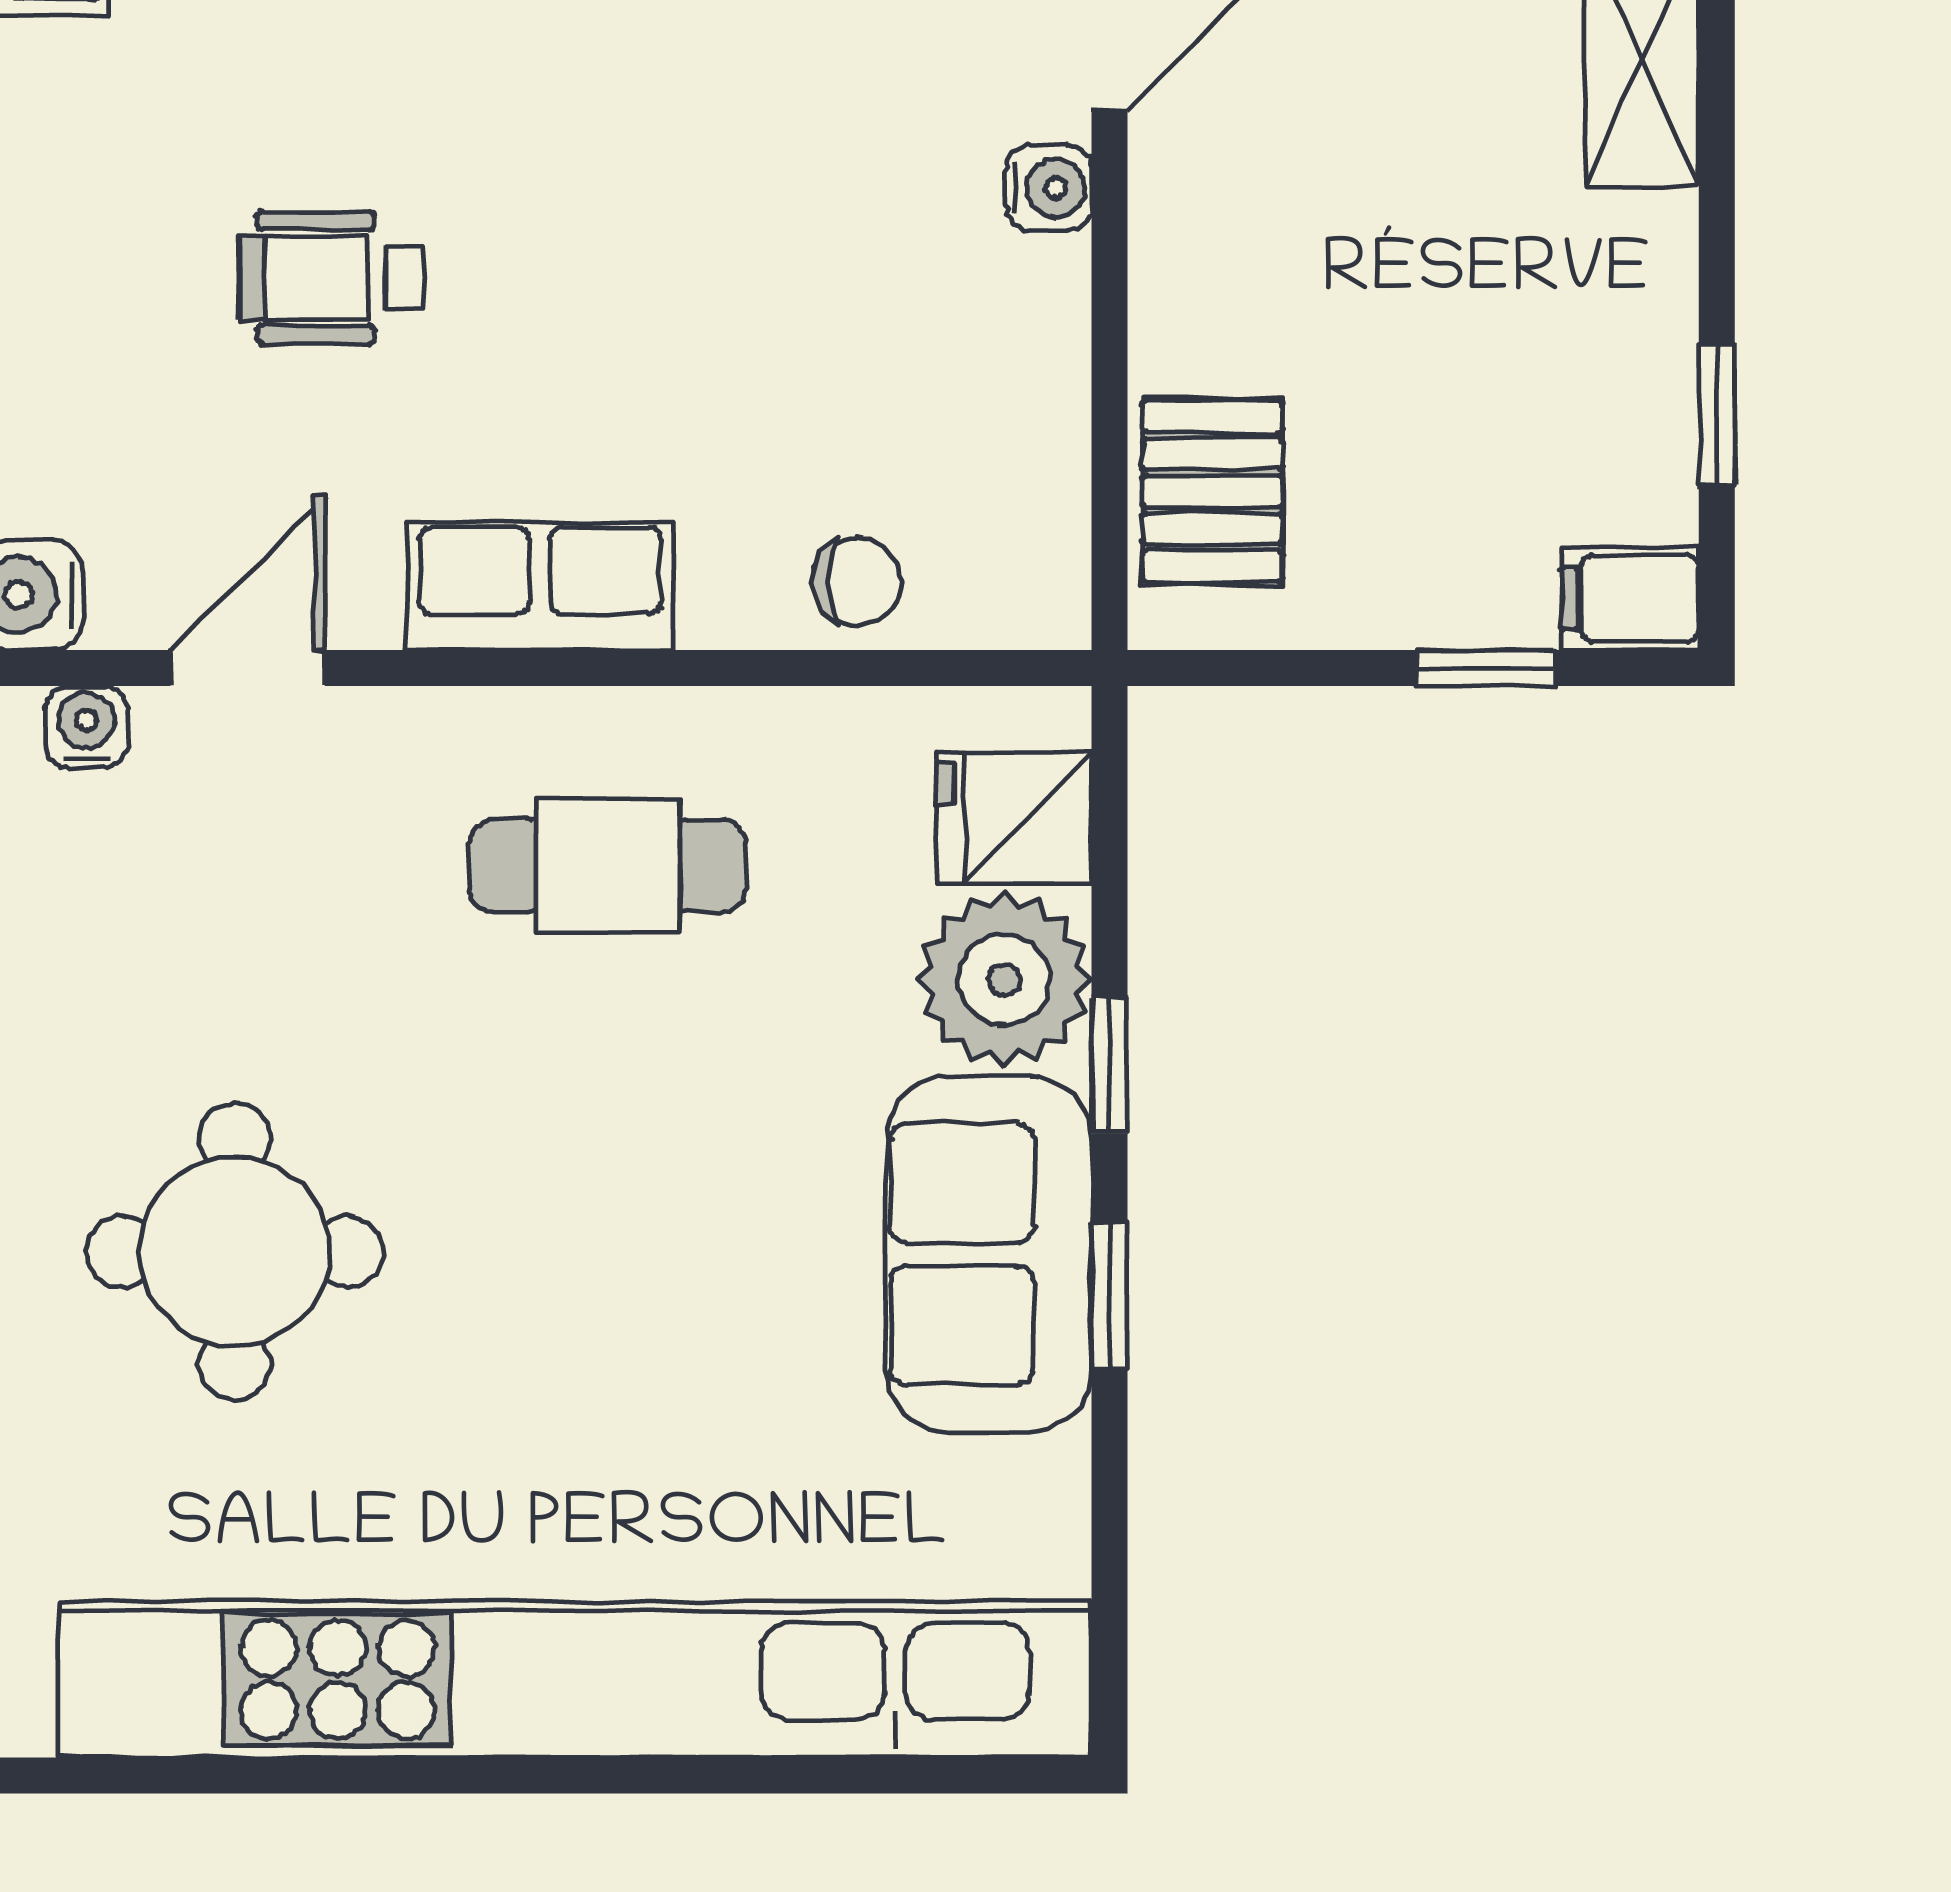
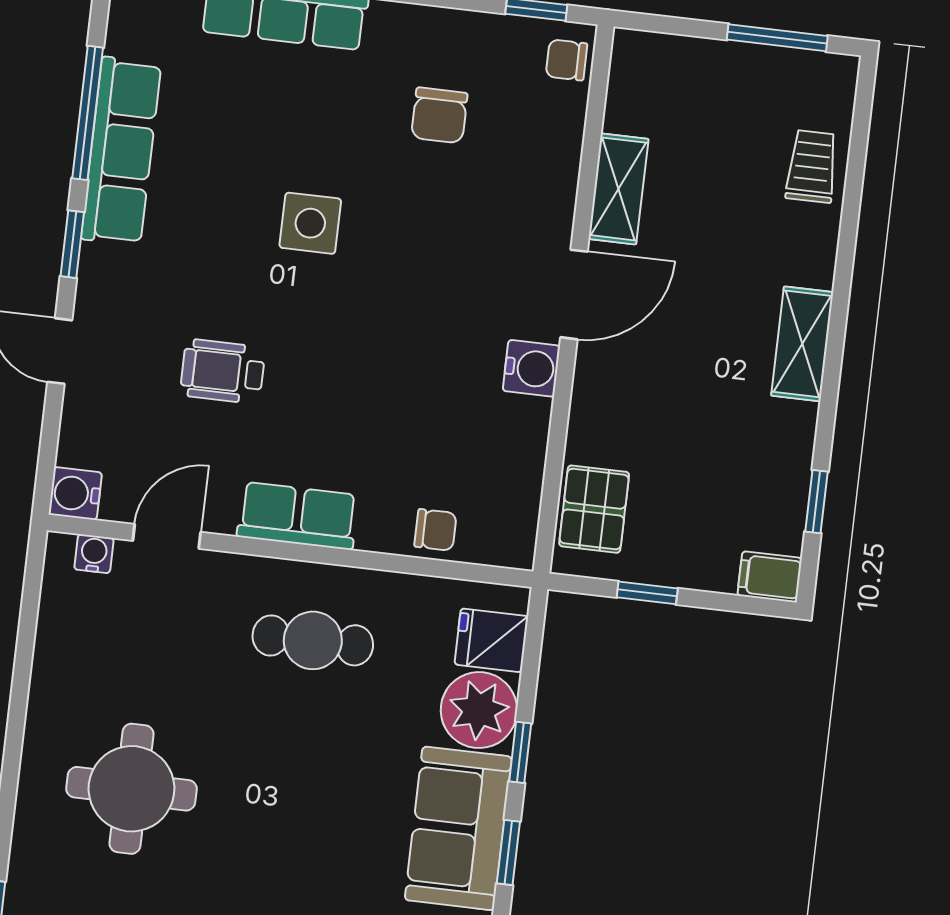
water cooler: (1049, 188) -> (531, 368), width x1.38, depth x1.38
window: (1486, 668) -> (647, 593), moved

